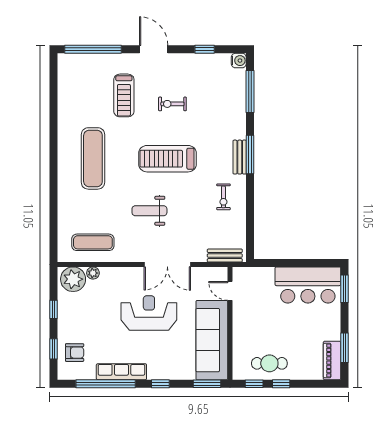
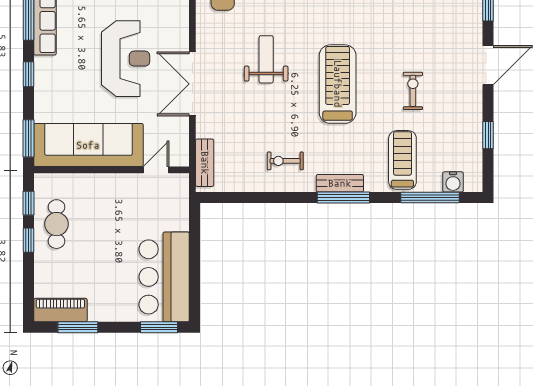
water cooler: (239, 61) -> (453, 182), moved
treadmill: (124, 95) -> (402, 160), moved, turned 90

